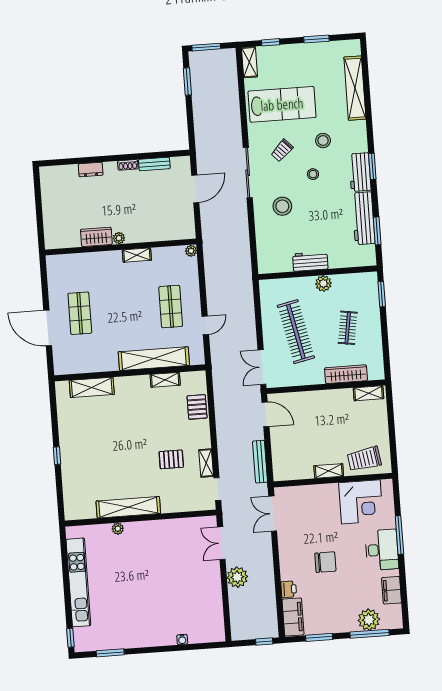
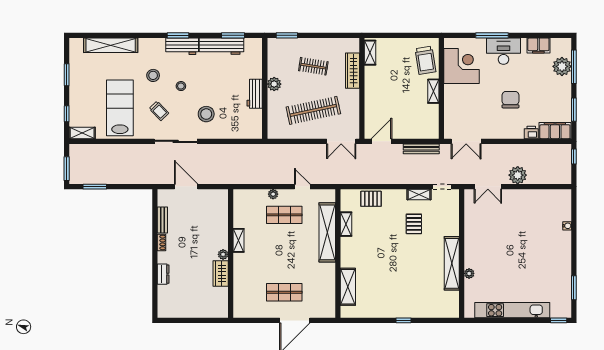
plant: (191, 251) -> (273, 194), moved

